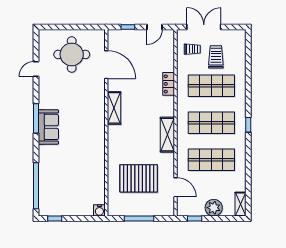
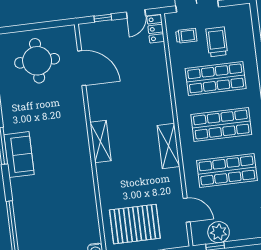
locker: (169, 84) -> (156, 29), moved
shelving: (114, 108) -> (100, 142), moved
pallet: (139, 178) -> (135, 224), moved
plant: (214, 208) -> (219, 232), moved

